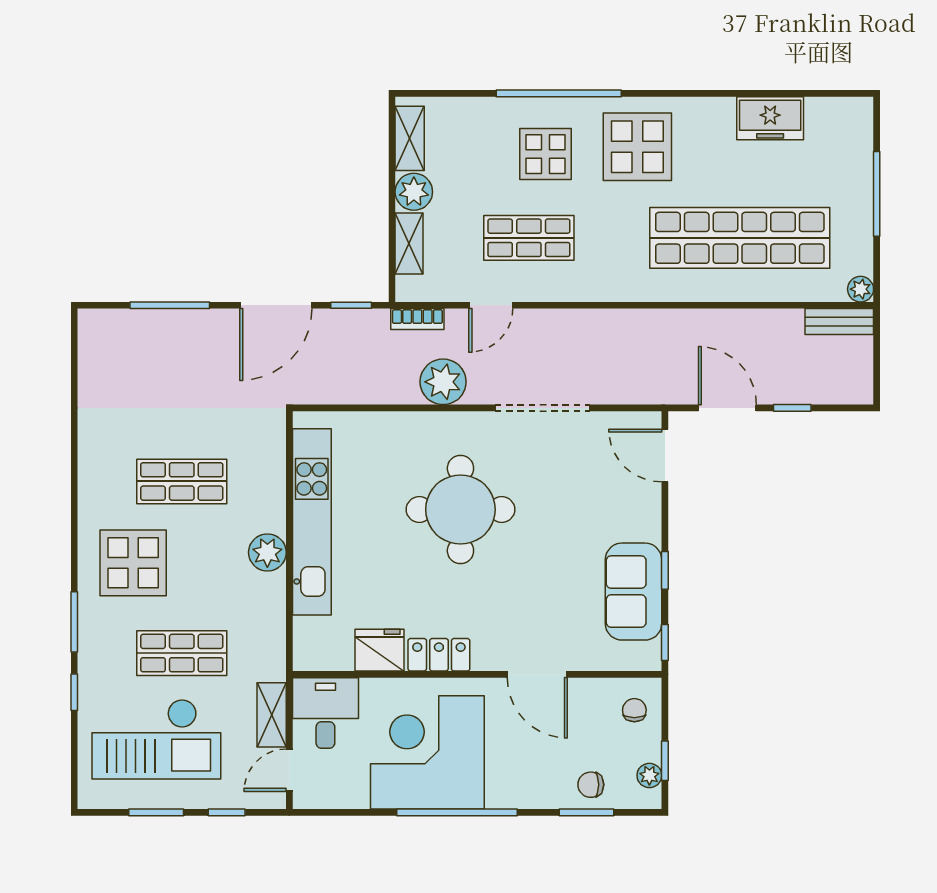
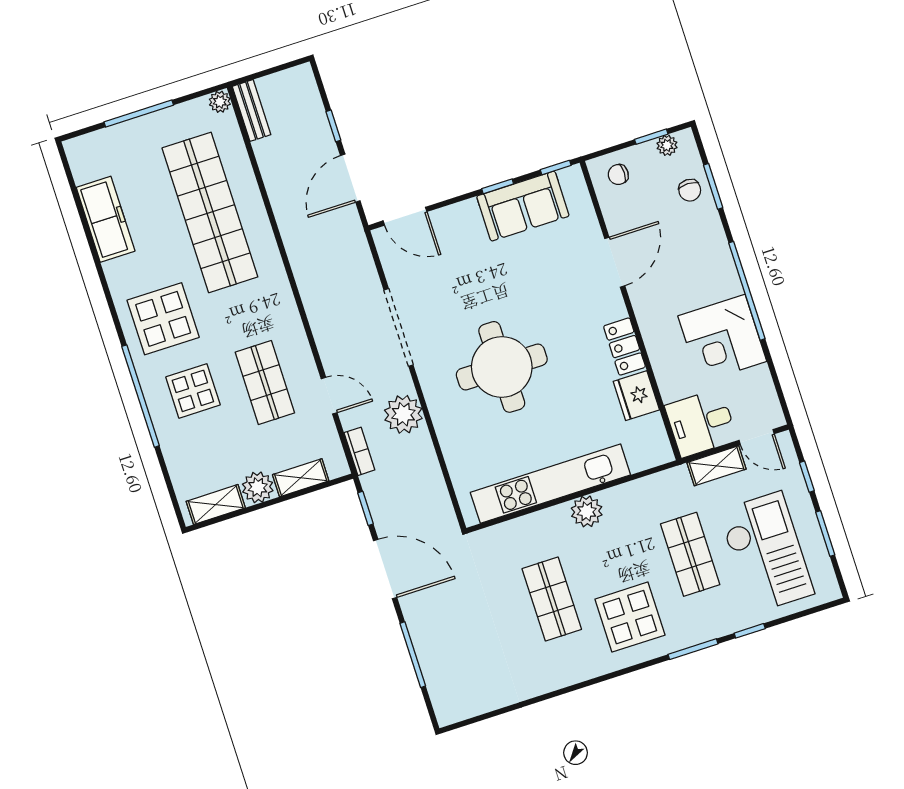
freezer: (770, 118) -> (106, 219), width x1.40
door: (665, 456) -> (405, 216), hinge flipped
corner desk: (427, 752) -> (722, 339), width x0.74, depth x0.74

